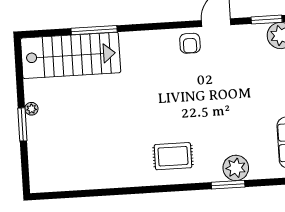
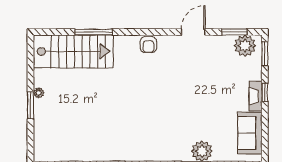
armchair: (190, 43) -> (148, 45), moved
rug: (173, 156) -> (151, 139), removed

